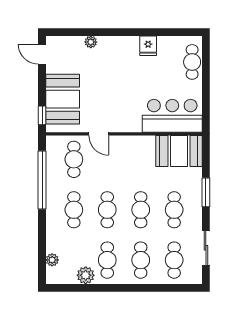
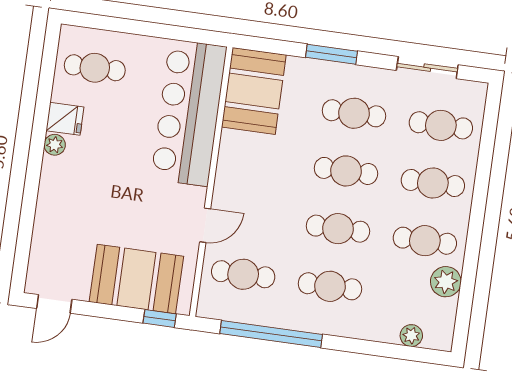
plant: (91, 42) -> (55, 145), moved
cafe table: (192, 62) -> (95, 68), moved
bar counter: (172, 116) -> (189, 113), width x1.36

